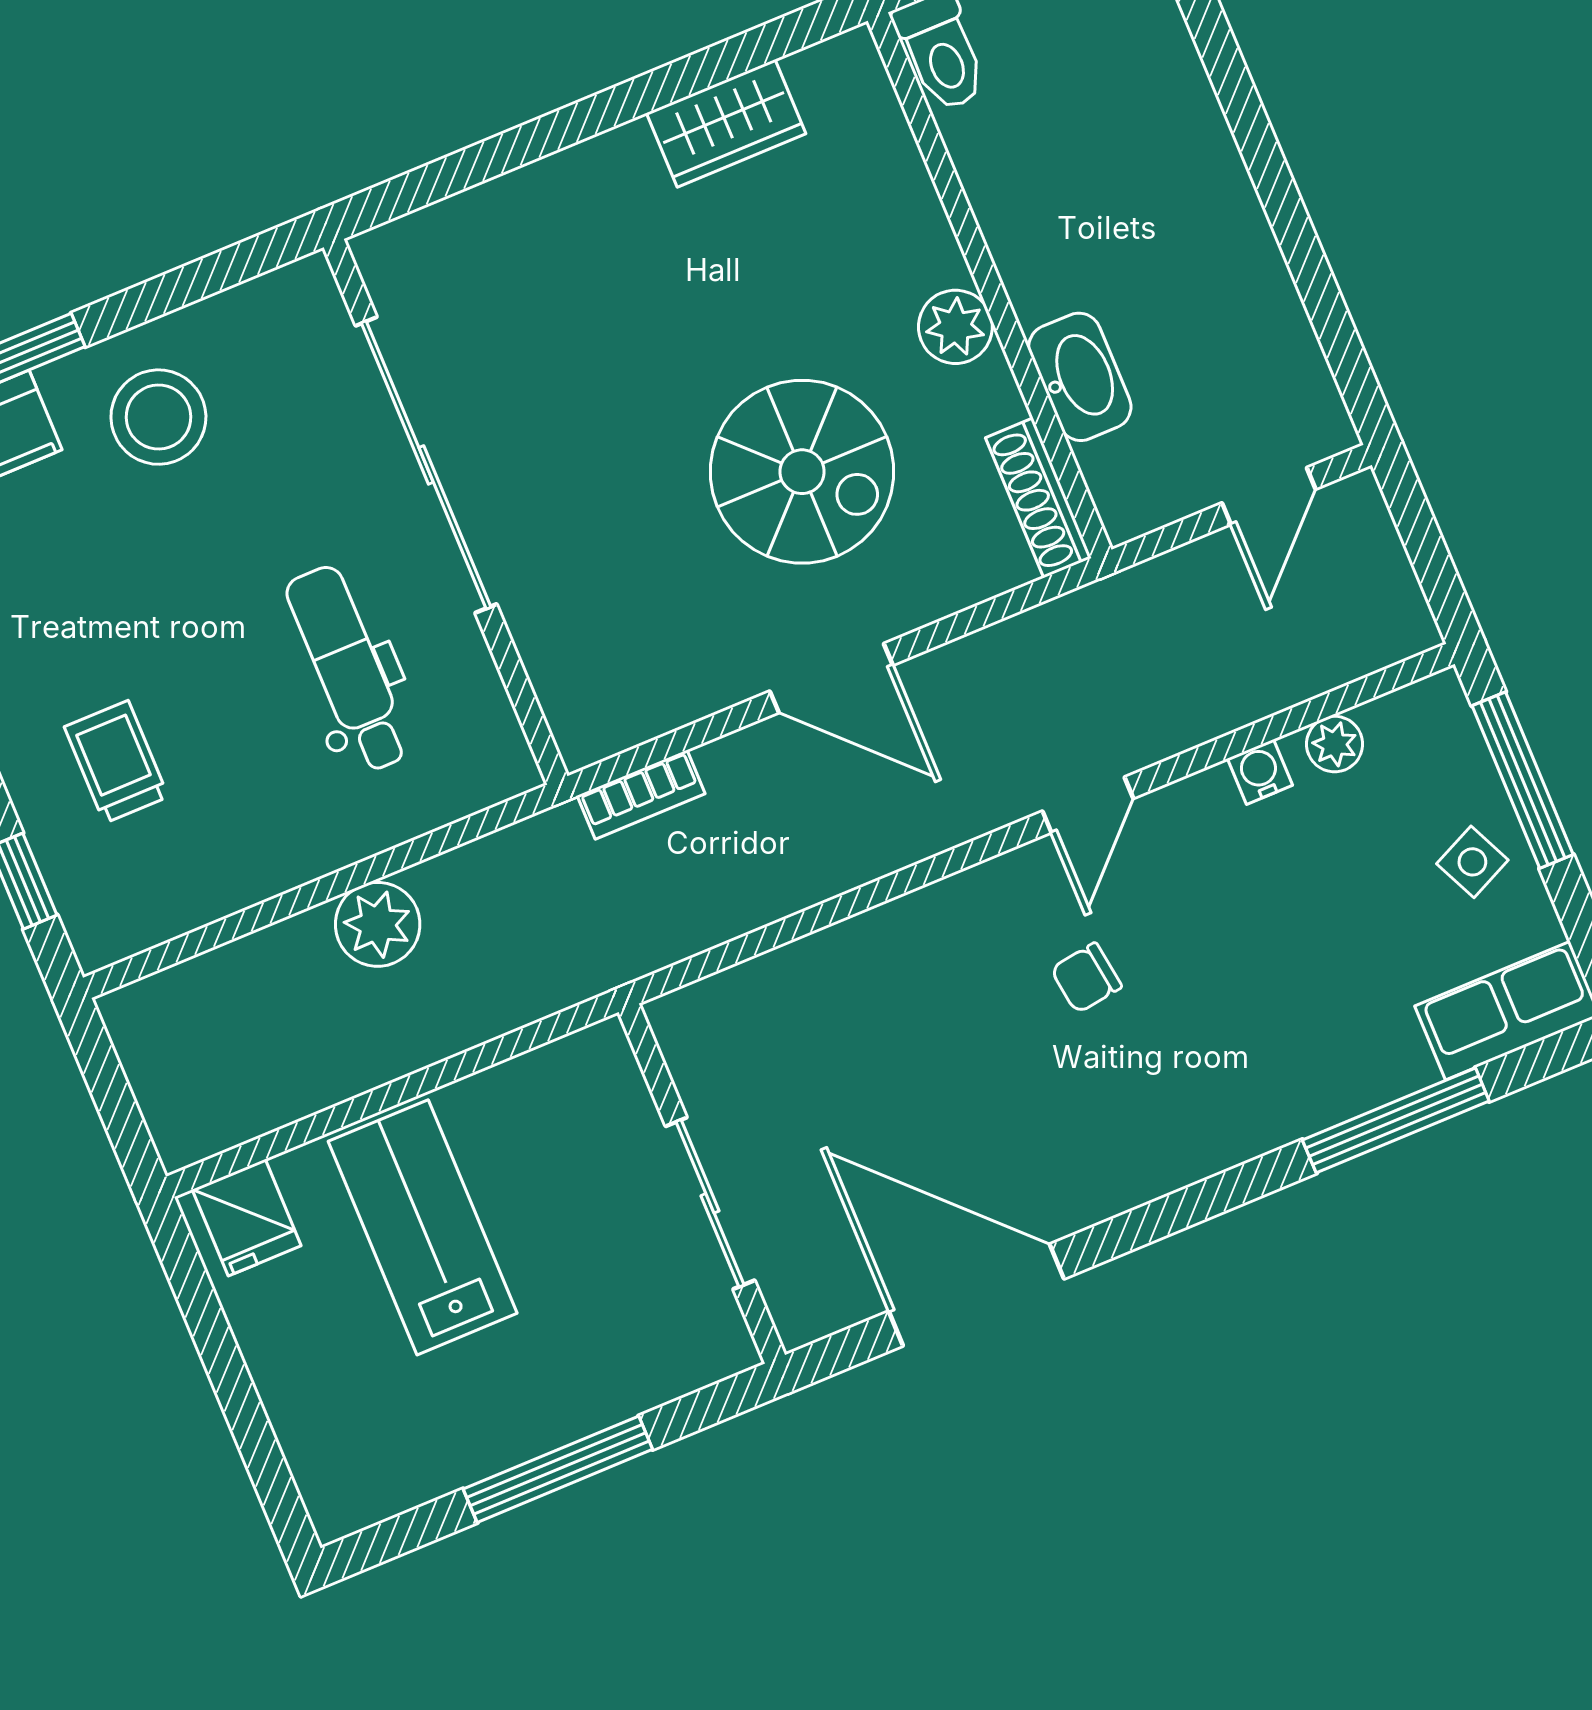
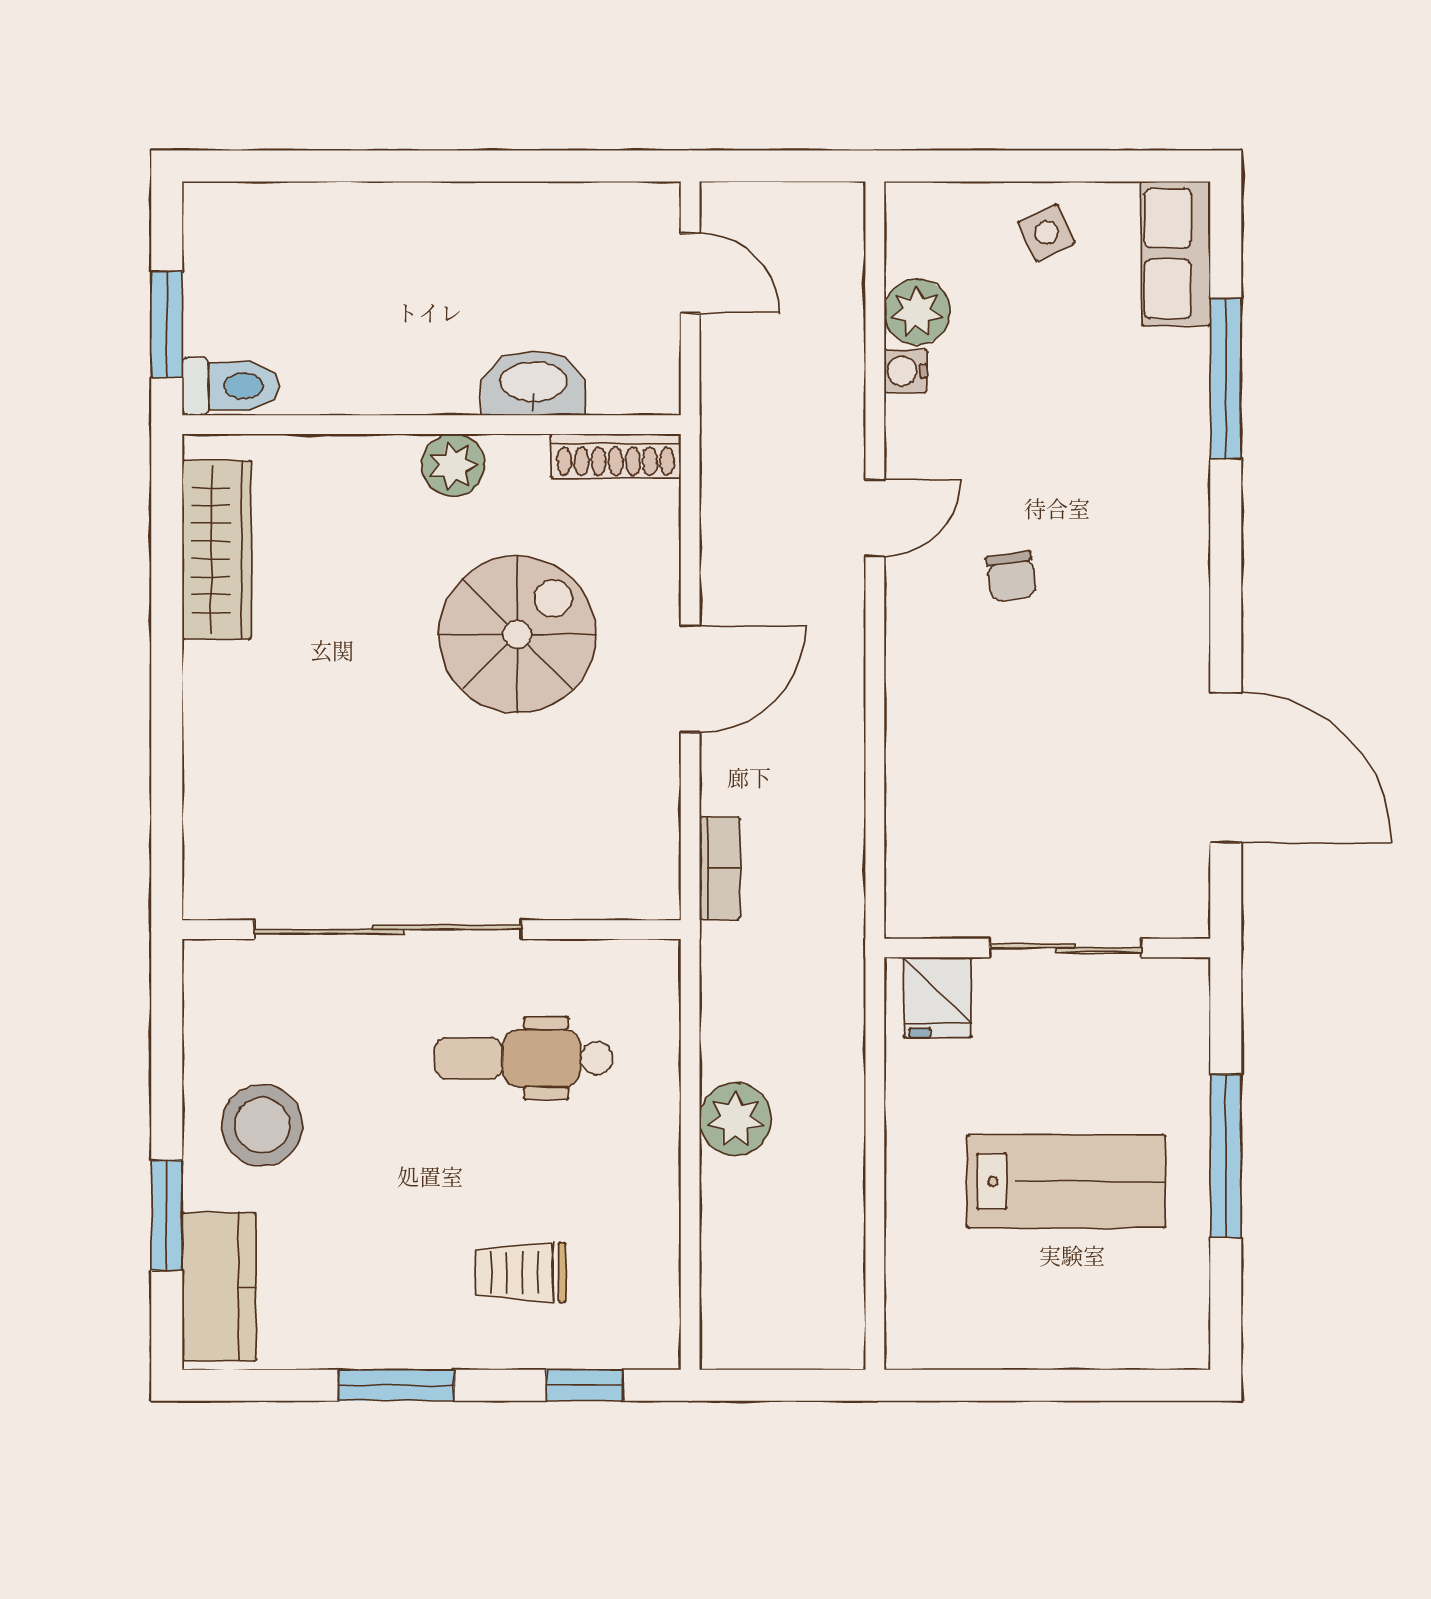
wardrobe: (726, 123) -> (217, 550), width x1.50
plant: (1335, 744) -> (917, 312), width x1.38, depth x1.38
window: (1523, 780) -> (998, 166), removed
door: (1088, 805) -> (875, 518), hinge flipped
fridge: (247, 1218) -> (938, 998), moved, turned 90
lab bench: (423, 1227) -> (1066, 1181), moved, turned 180
door: (976, 1295) -> (1226, 768), swing flipped

